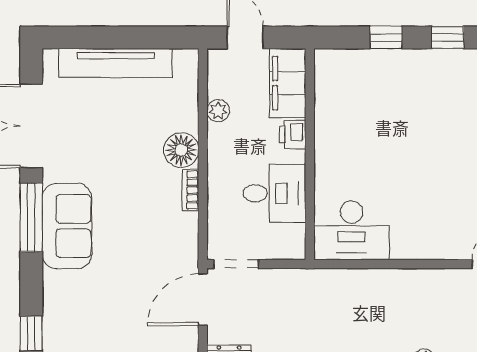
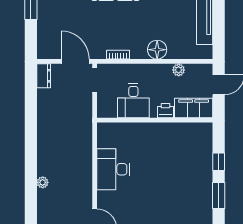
window: (448, 38) -> (219, 195), width x1.50
bookcase: (190, 190) -> (118, 55), moved
desk: (352, 230) -> (113, 169), moved

